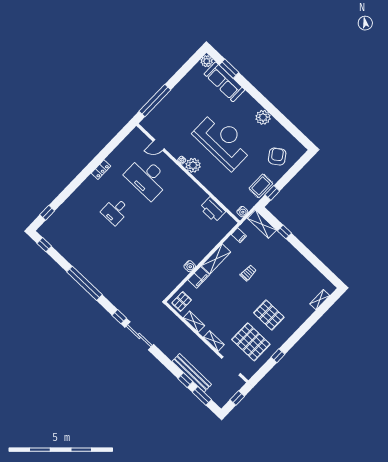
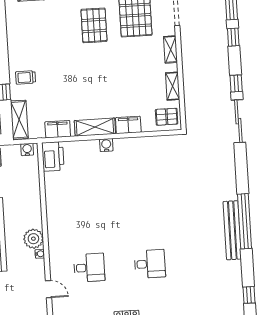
desk: (147, 178) -> (89, 268), width x0.53, depth x0.77
printer: (213, 210) -> (53, 156), moved
filing cabinet: (239, 235) -> (58, 129), width x2.00
water cooler: (190, 266) -> (106, 145), moved
trolley: (248, 273) -> (26, 77), moved
window: (119, 317) -> (236, 83), moved
bench: (192, 373) -> (232, 230), moved

